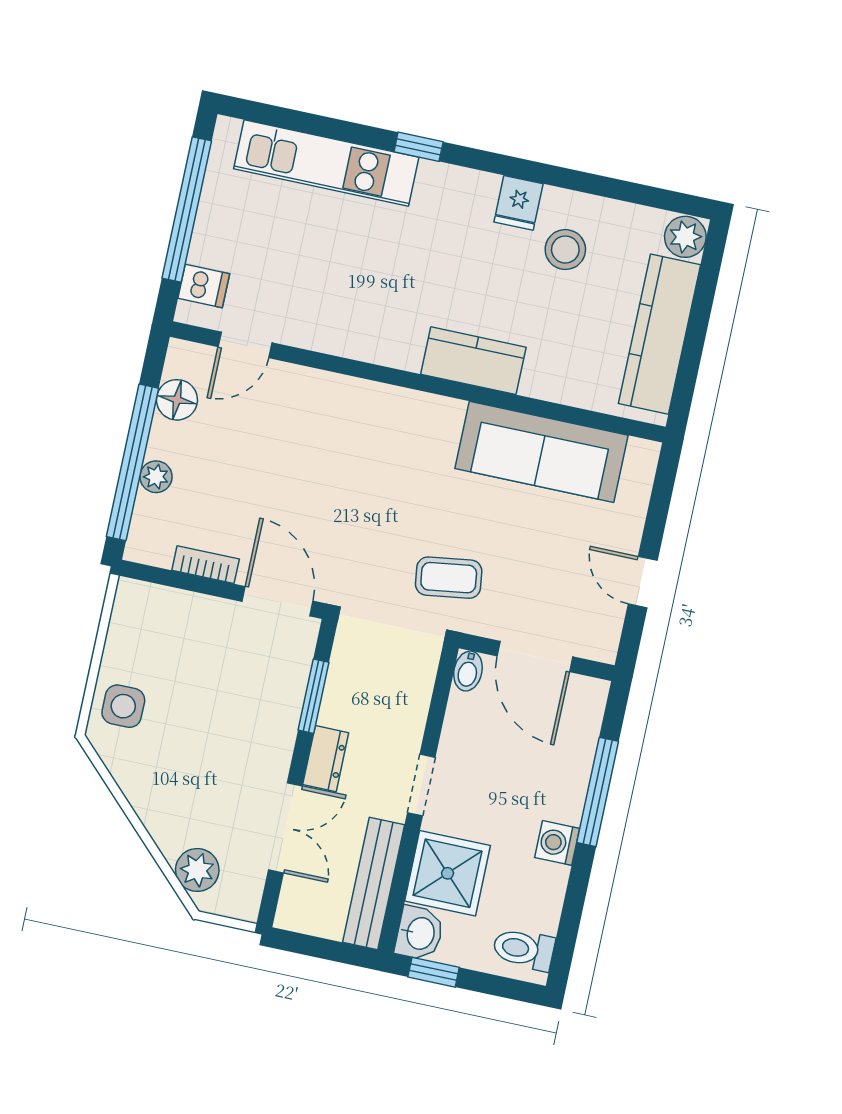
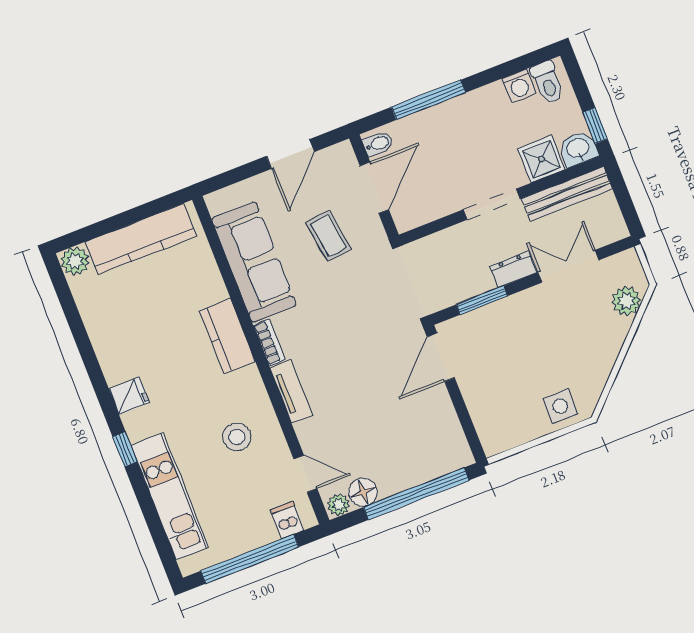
fridge: (519, 203) -> (129, 396), moved
stool: (565, 250) -> (237, 437), moved
tv unit: (355, 393) -> (291, 392), added
plant: (156, 477) -> (339, 505), moved
bookcase: (206, 565) -> (269, 342), moved, turned 180
coffee table: (449, 578) -> (329, 236), moved
door: (643, 582) -> (290, 154), width x1.38
bidet: (468, 671) -> (378, 144), moved
doorway: (421, 785) -> (492, 204), width x1.38
washing machine: (557, 843) -> (519, 86), moved
shower: (448, 873) -> (541, 159), width x0.73, depth x0.73

